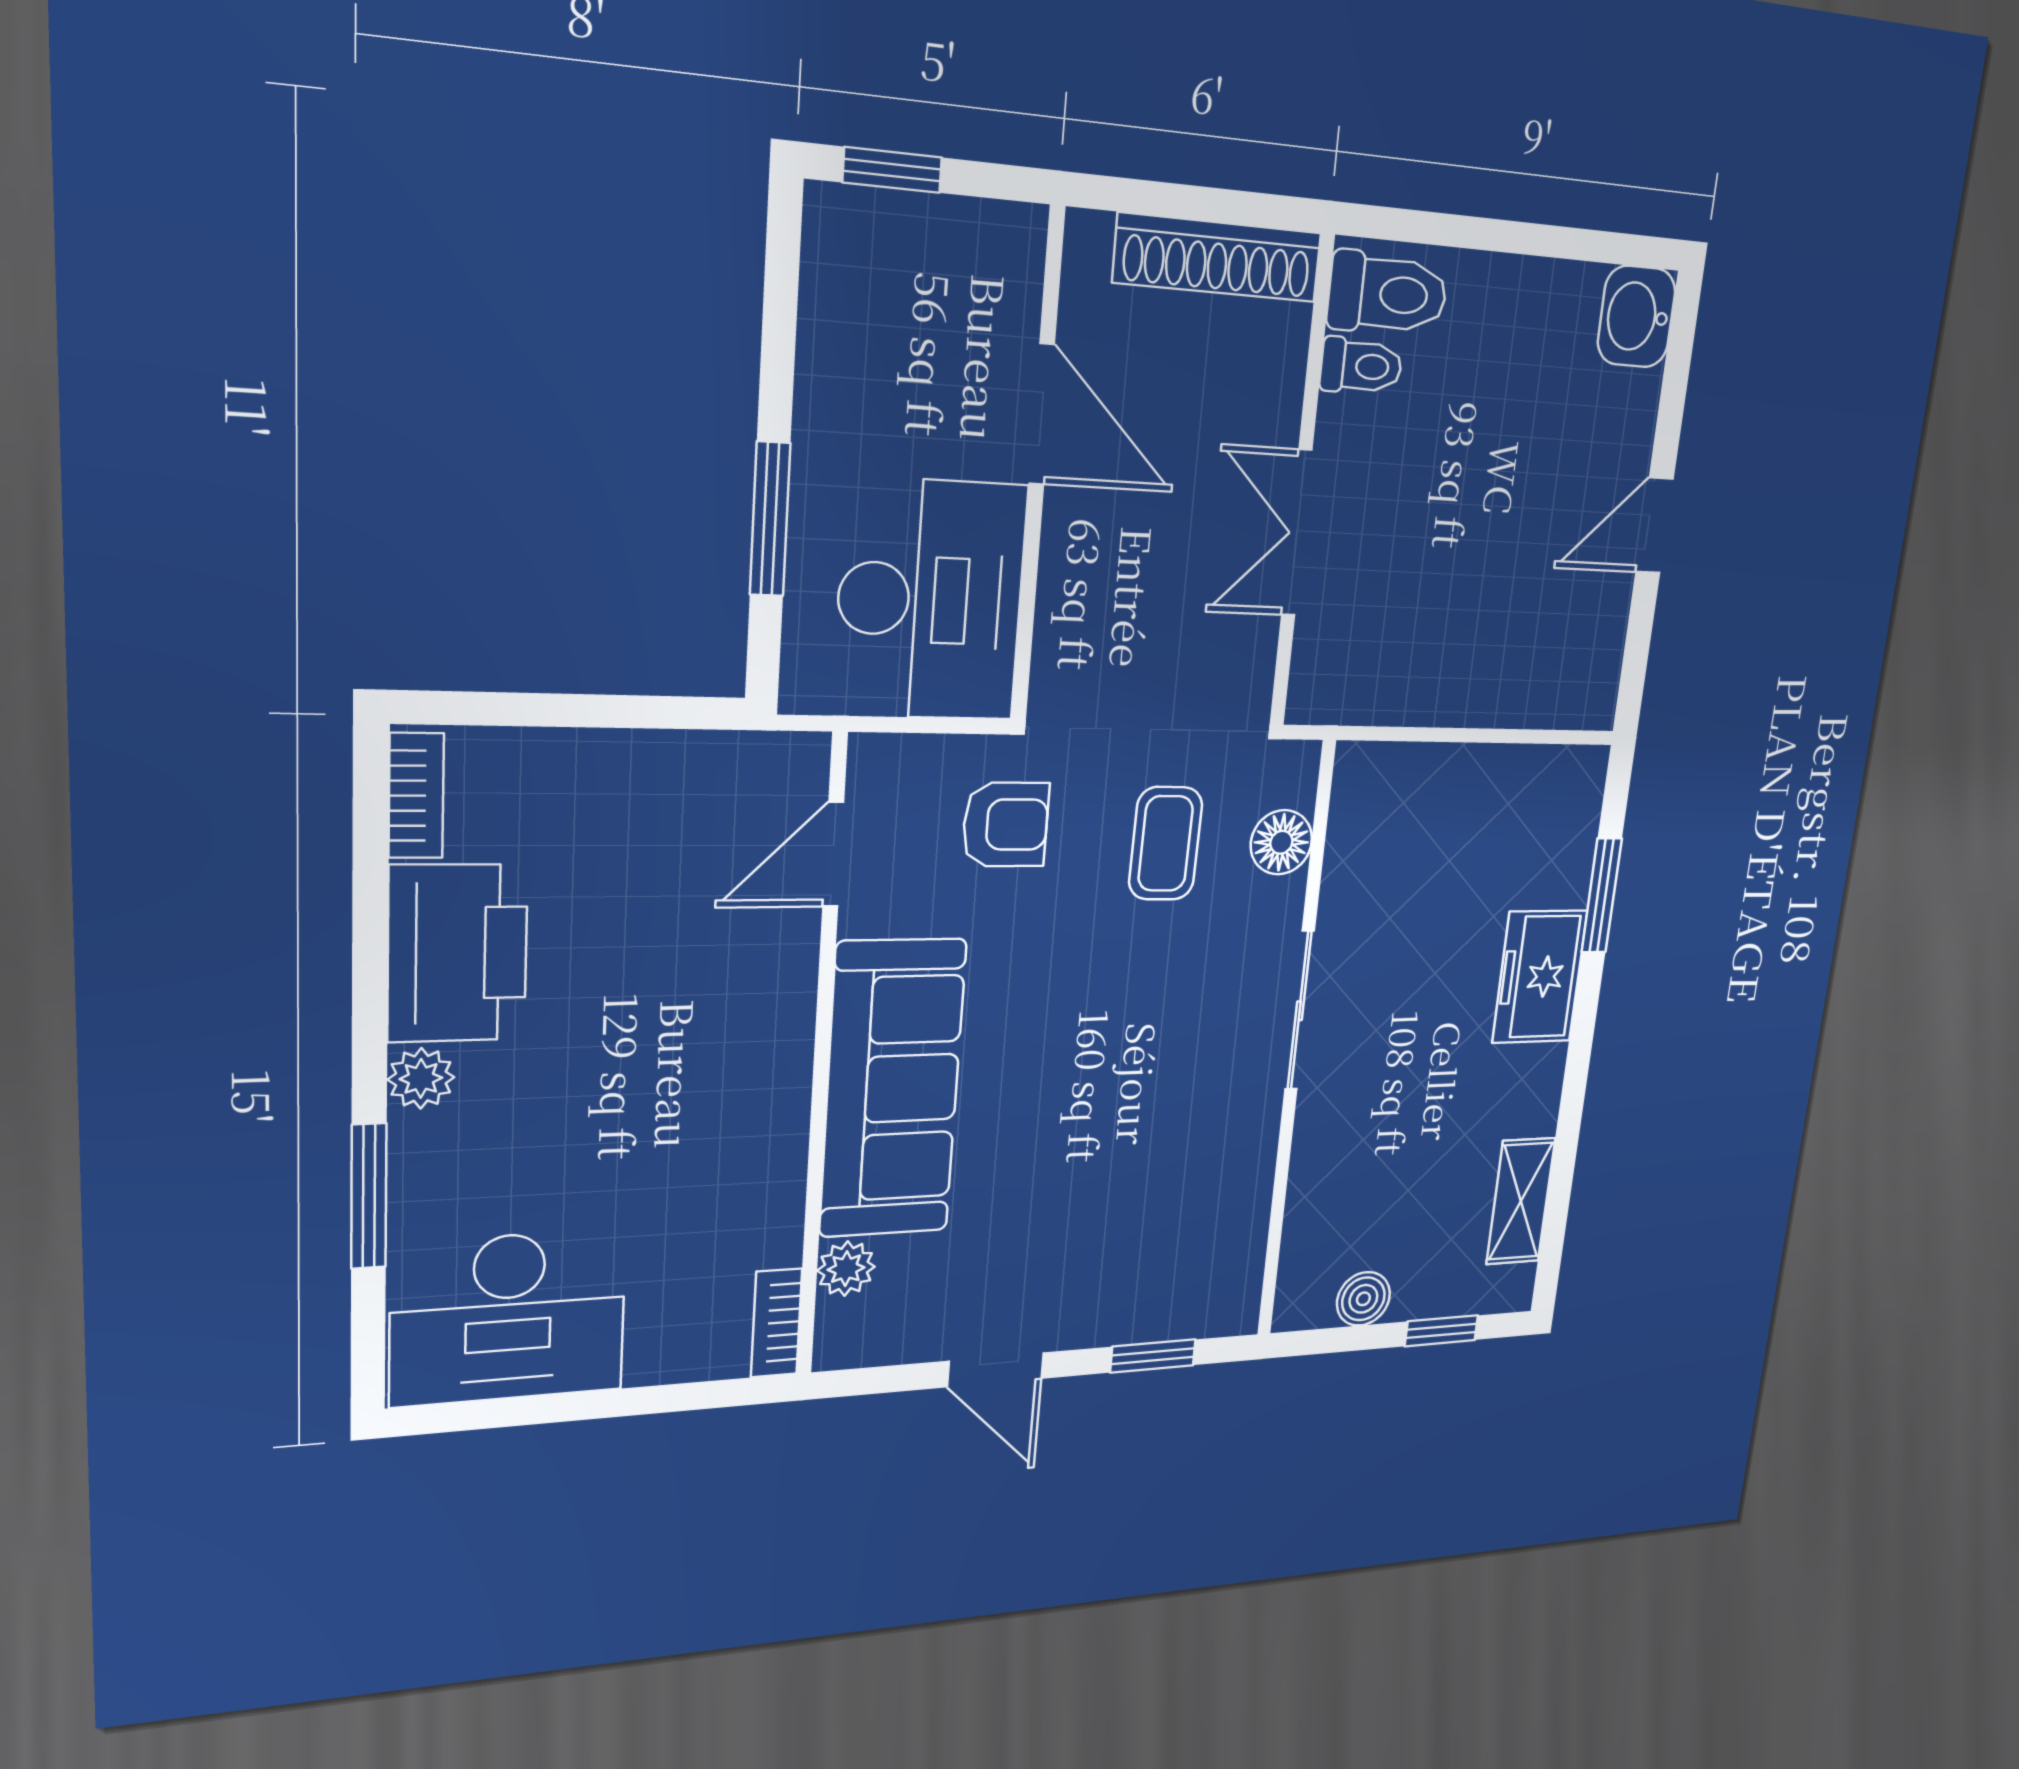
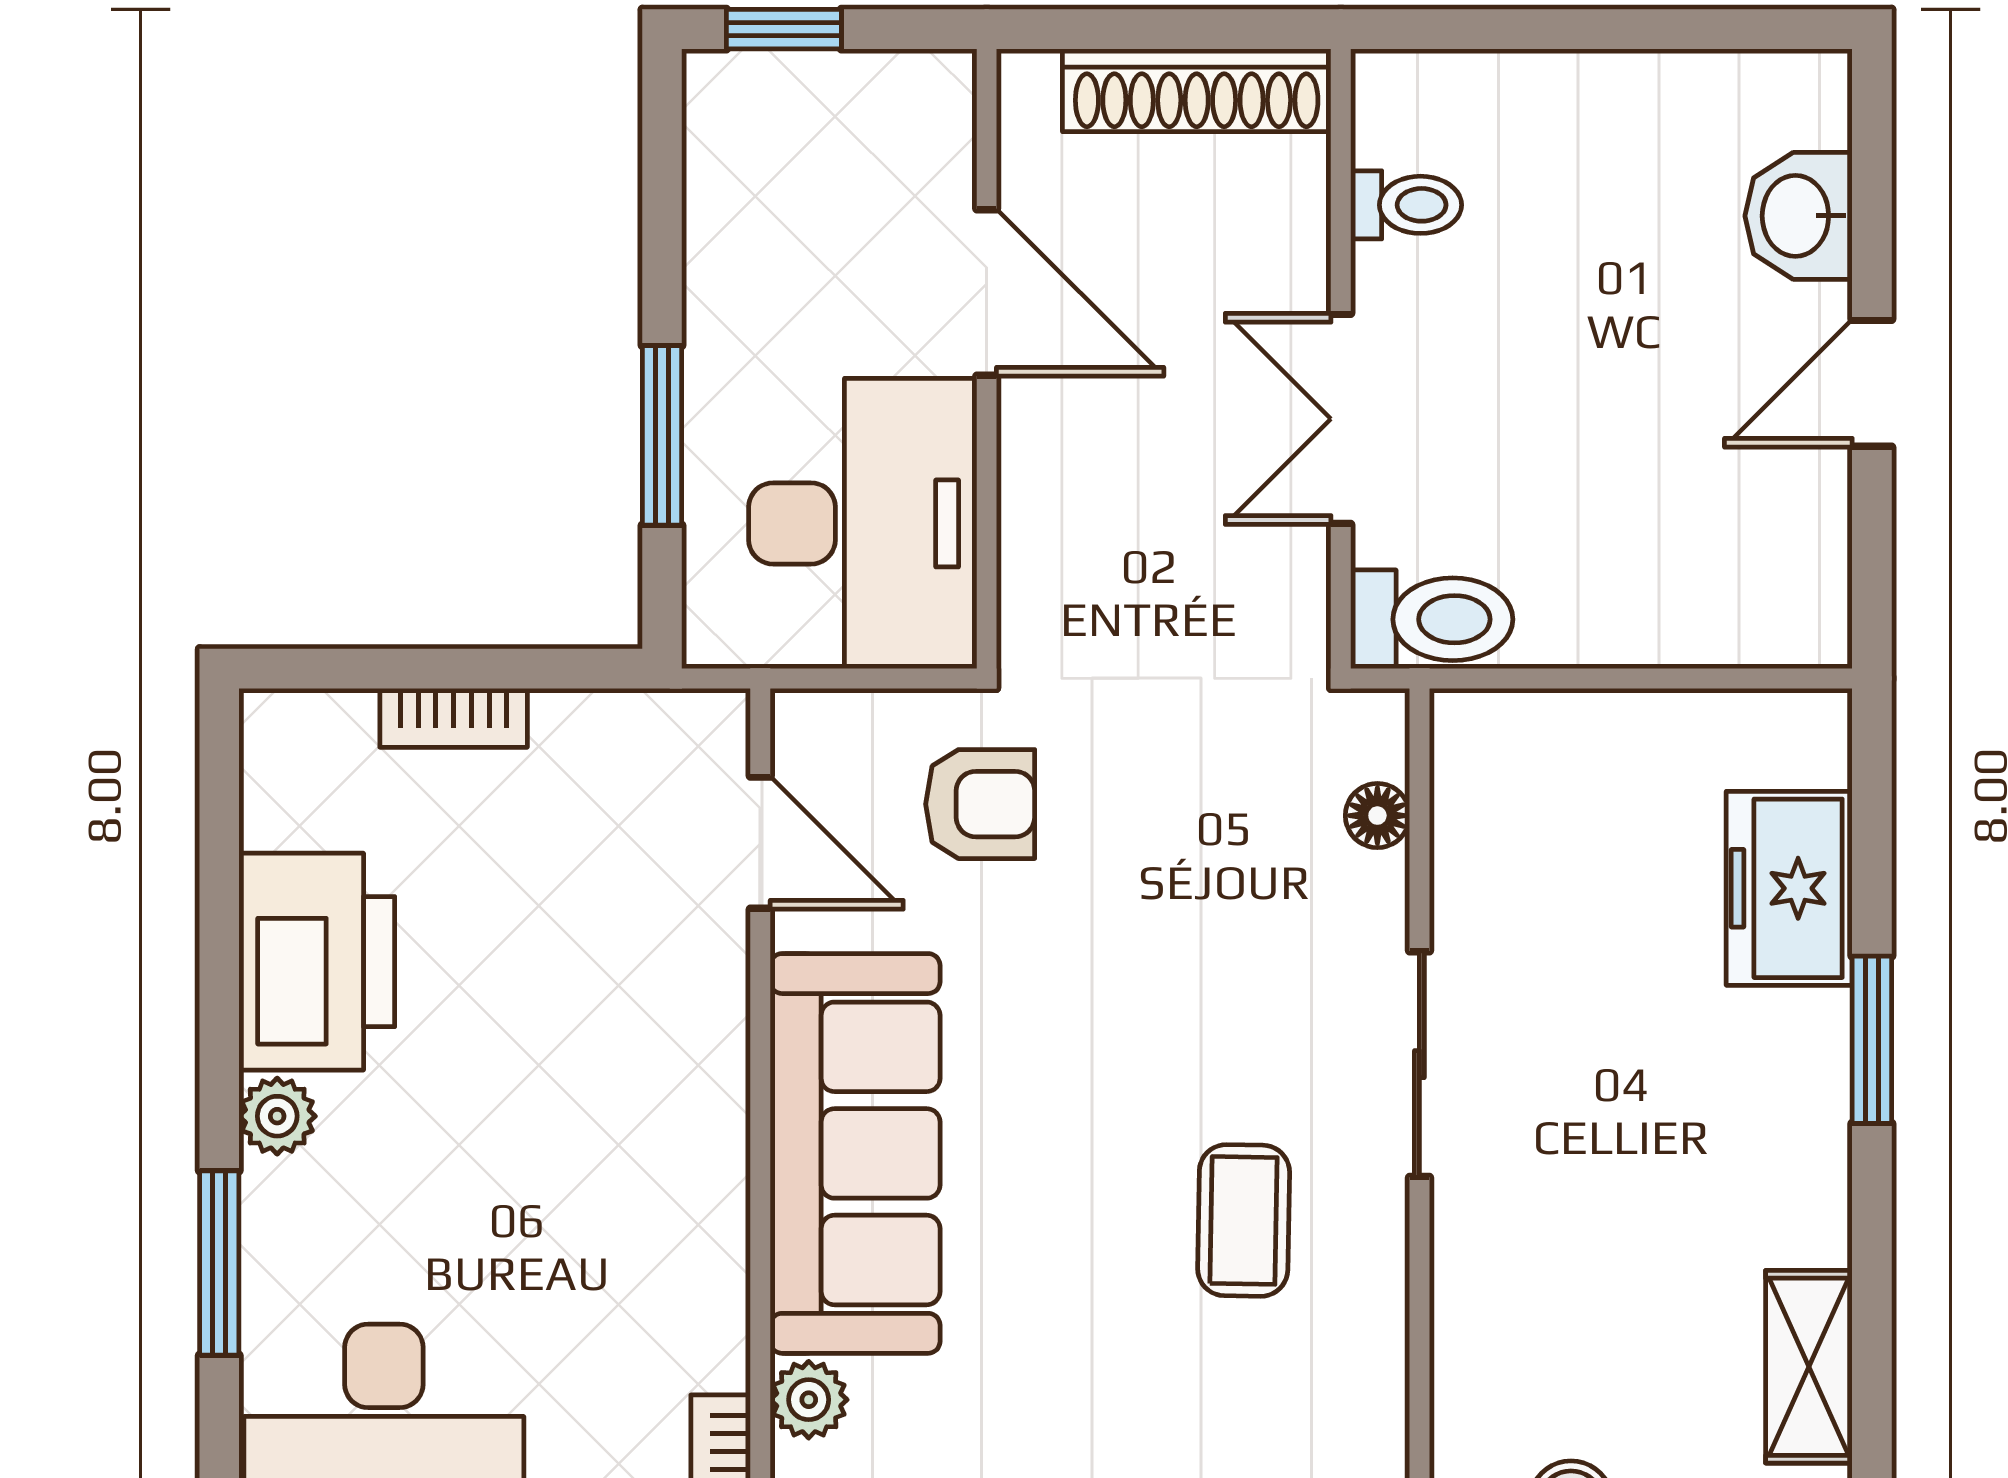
toilet: (1388, 294) -> (1432, 619), moved
washbasin: (1637, 317) -> (1799, 216), moved
bookcase: (416, 796) -> (454, 718), moved, turned 90
floor lamp: (1281, 842) -> (1377, 816), width x0.73, depth x0.73
coffee table: (1166, 843) -> (1244, 1220), moved
door: (833, 854) -> (760, 843), swing flipped
window: (1602, 896) -> (1872, 1040), moved
freezer: (1540, 977) -> (1789, 888), moved

